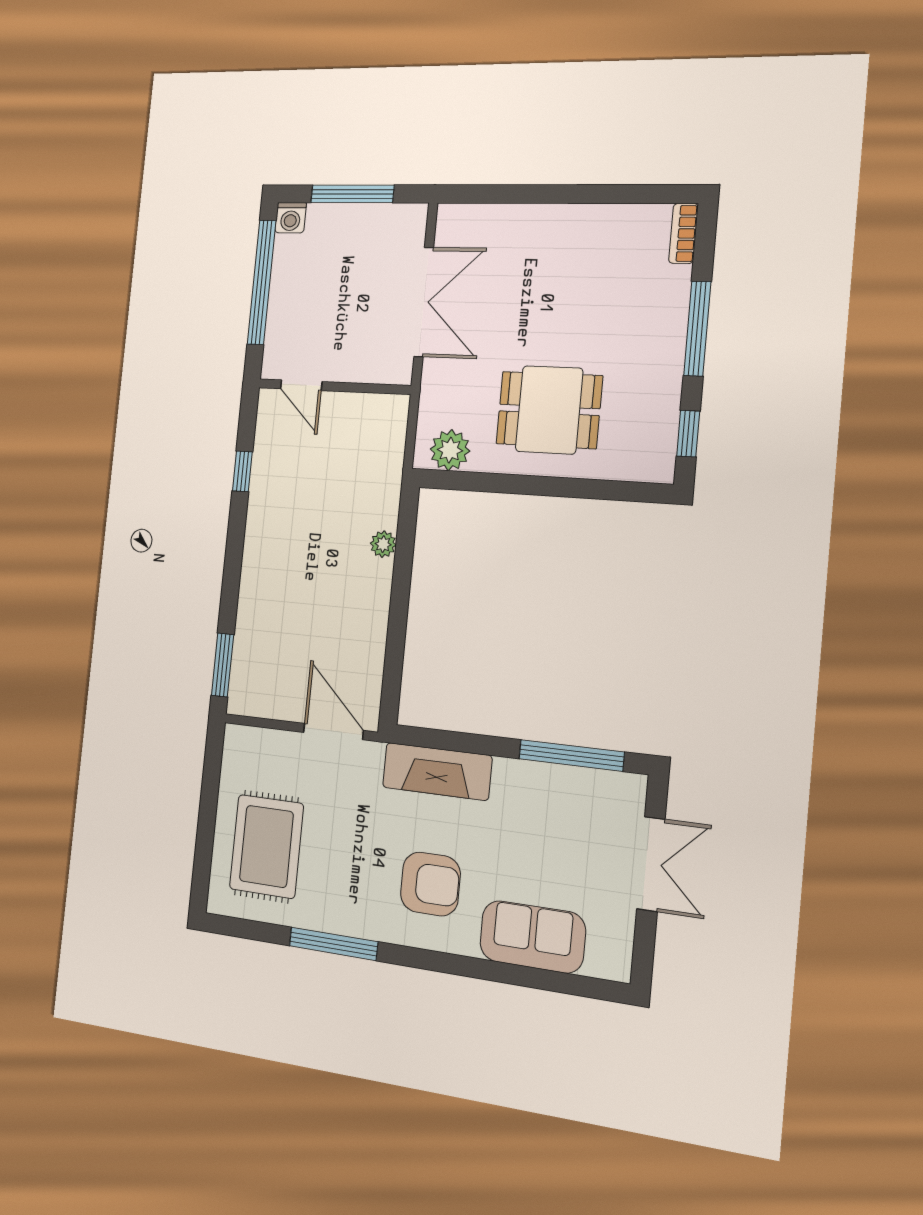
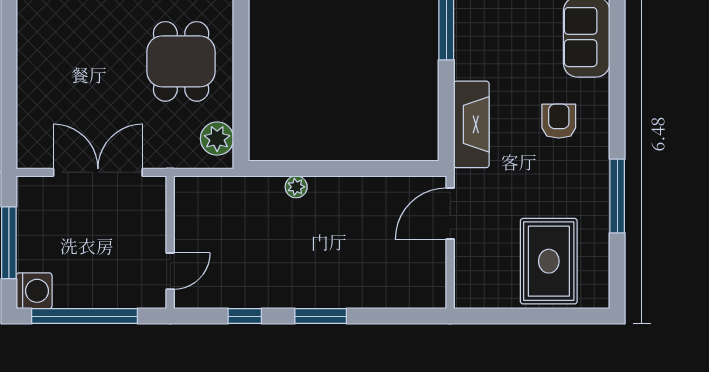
washing machine: (291, 218) -> (34, 291), width x1.38, depth x1.38
window: (223, 665) -> (321, 316), moved
rug: (266, 846) -> (549, 261), turned 90
armchair: (430, 884) -> (559, 121), width x0.72, depth x0.72

